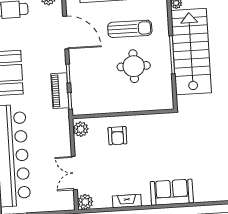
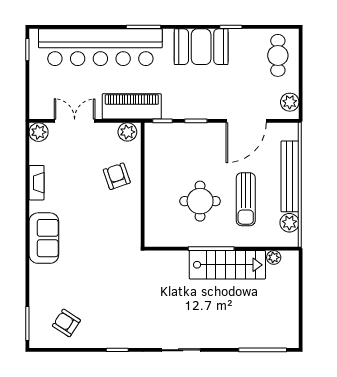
stairs: (191, 52) -> (227, 265), width x0.73, depth x0.66
piano: (60, 91) -> (132, 106), moved, width x1.37, depth x1.33
armchair: (117, 136) -> (117, 176), turned 71

